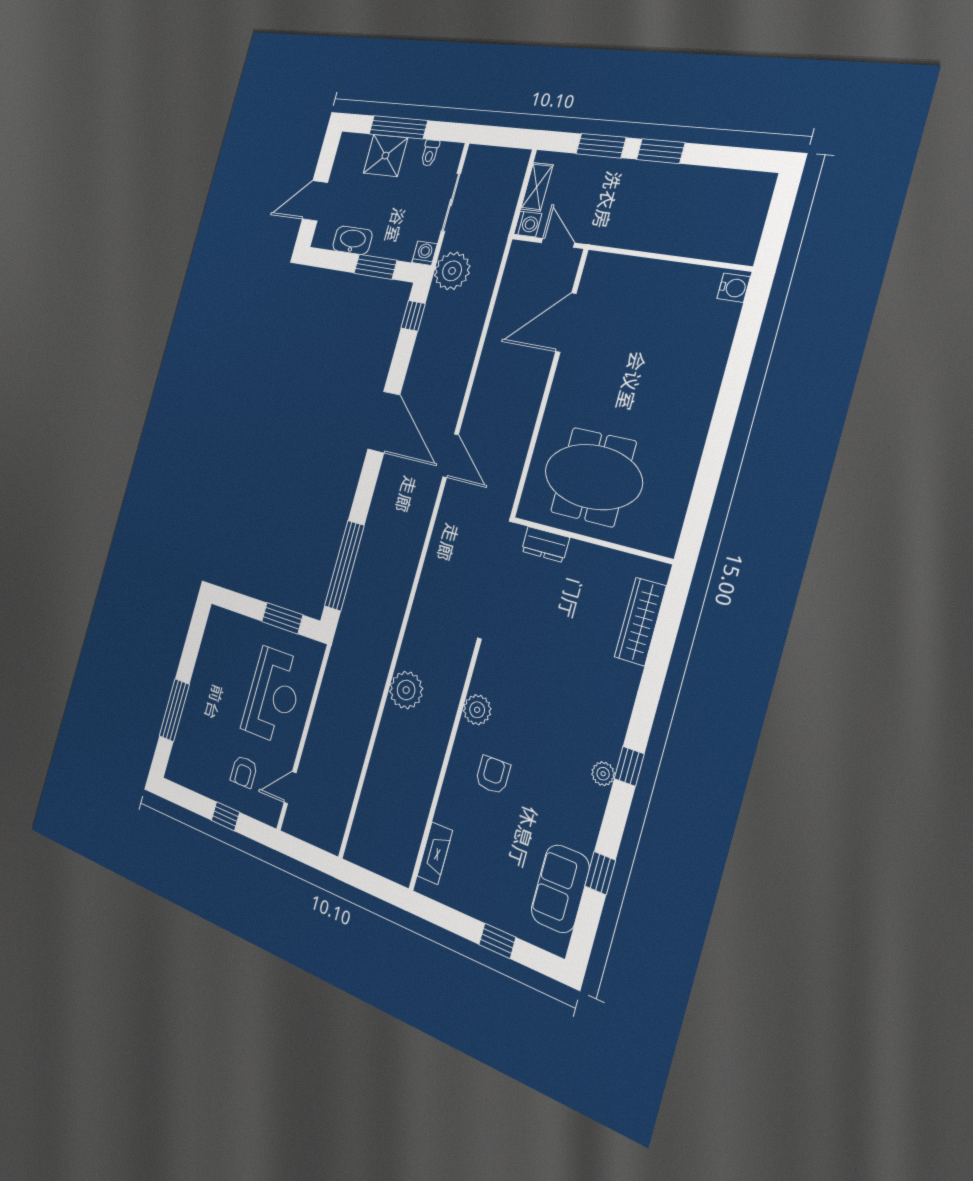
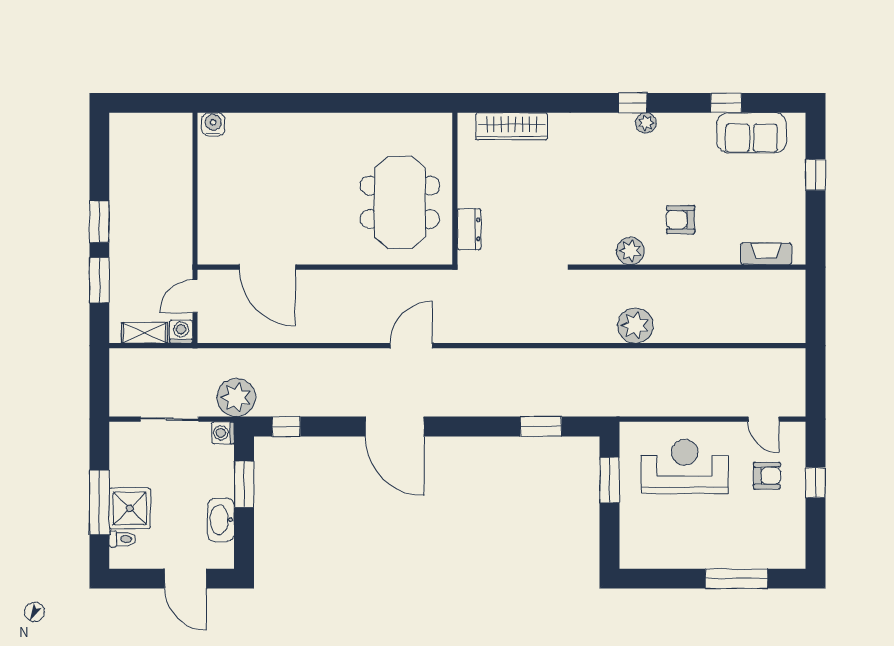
toilet: (430, 153) -> (122, 539), moved
door: (384, 422) -> (395, 427), swing flipped
window: (344, 566) -> (541, 427), width x0.47

